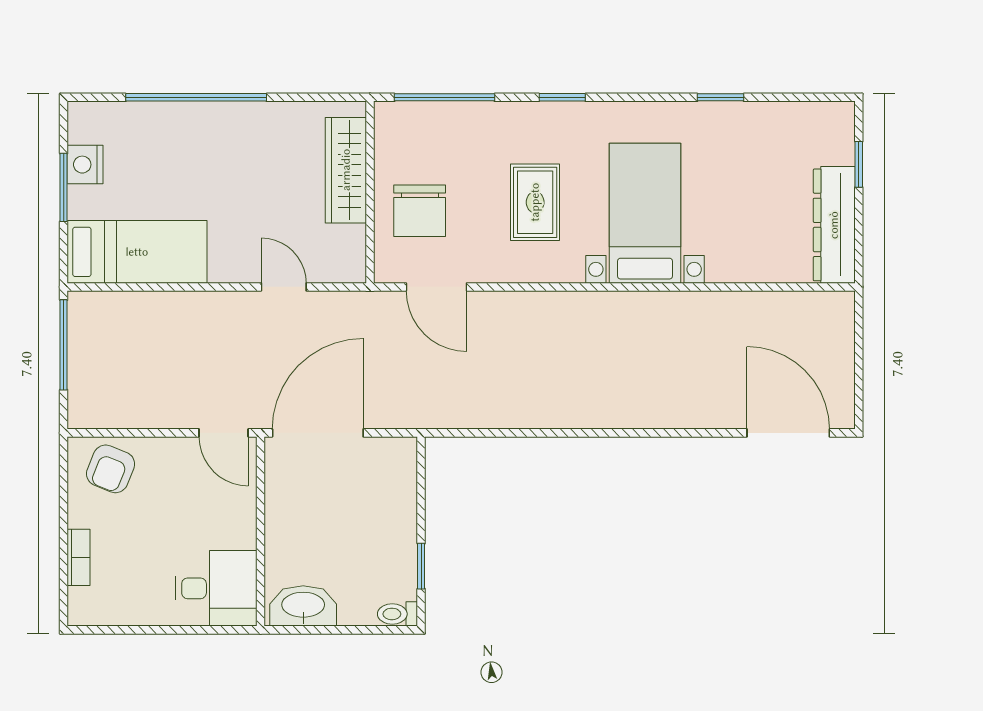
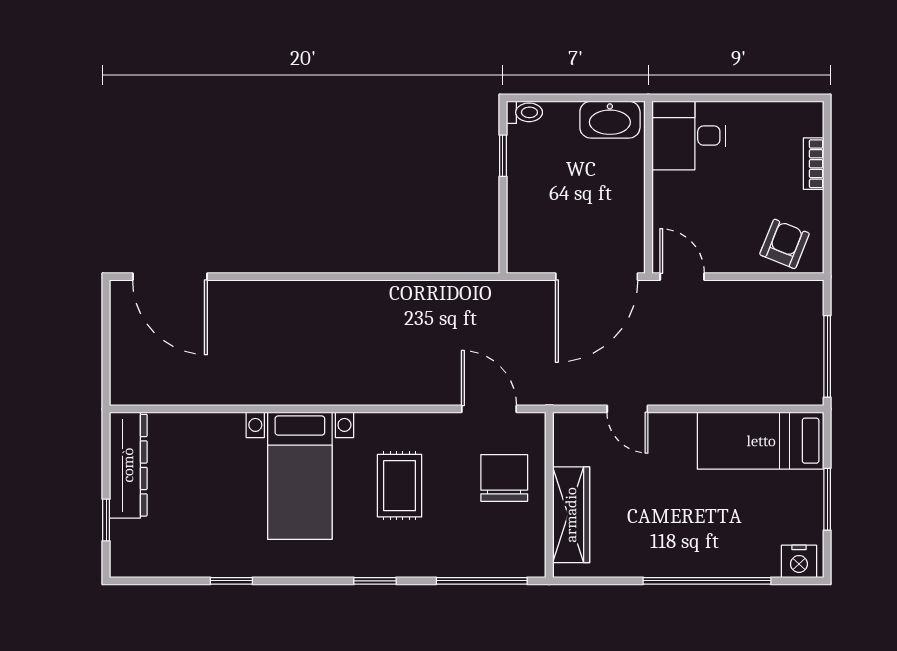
nightstand: (85, 165) -> (799, 561), moved, turned 90

